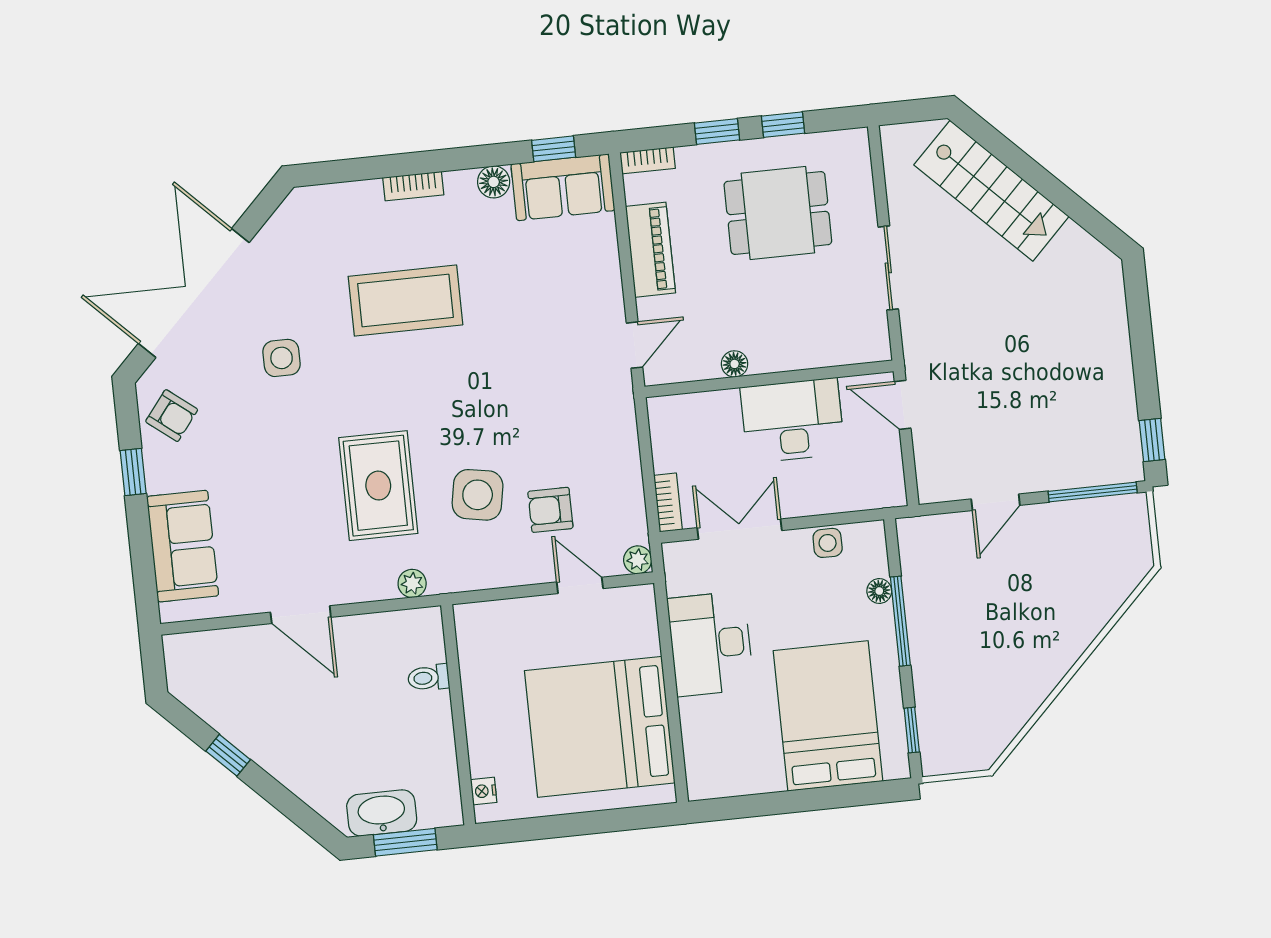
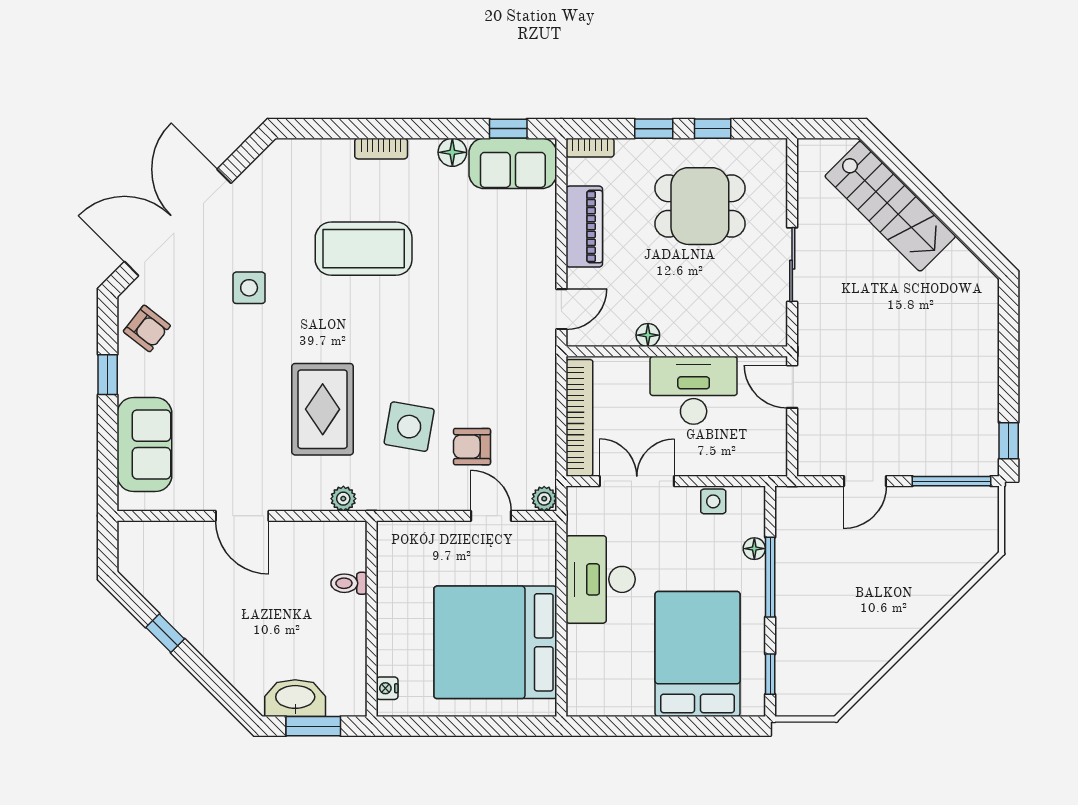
bookcase: (668, 503) -> (579, 418), width x2.31, depth x1.31

